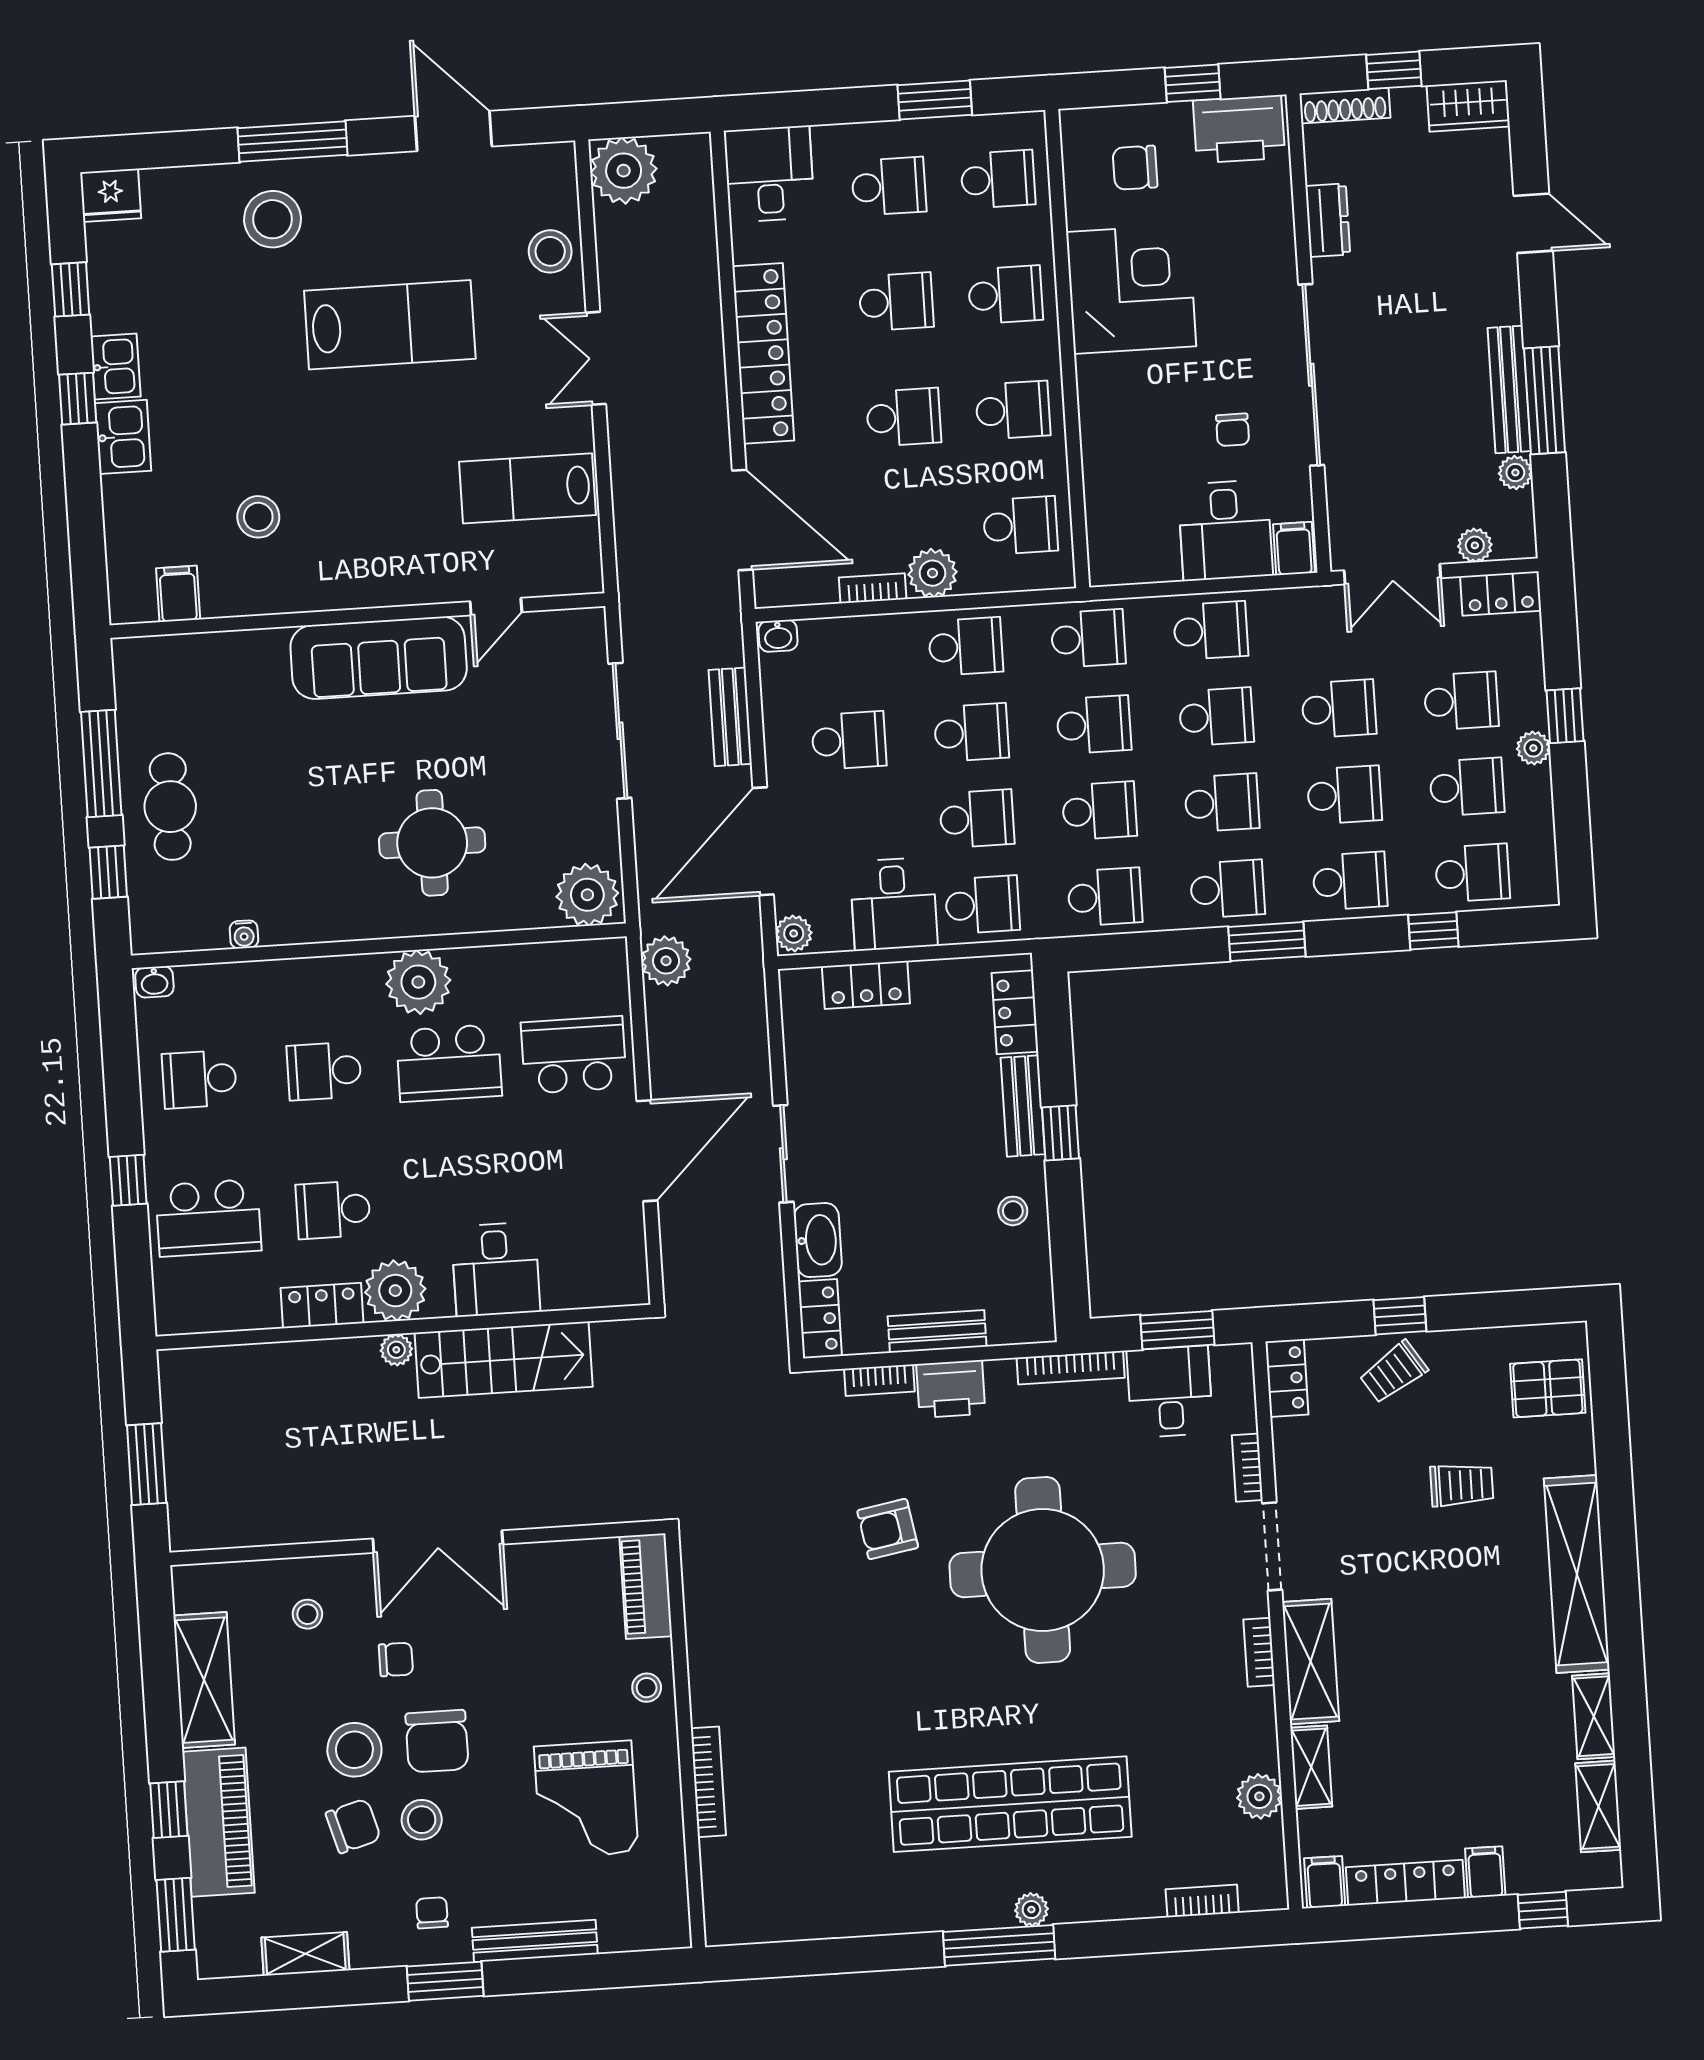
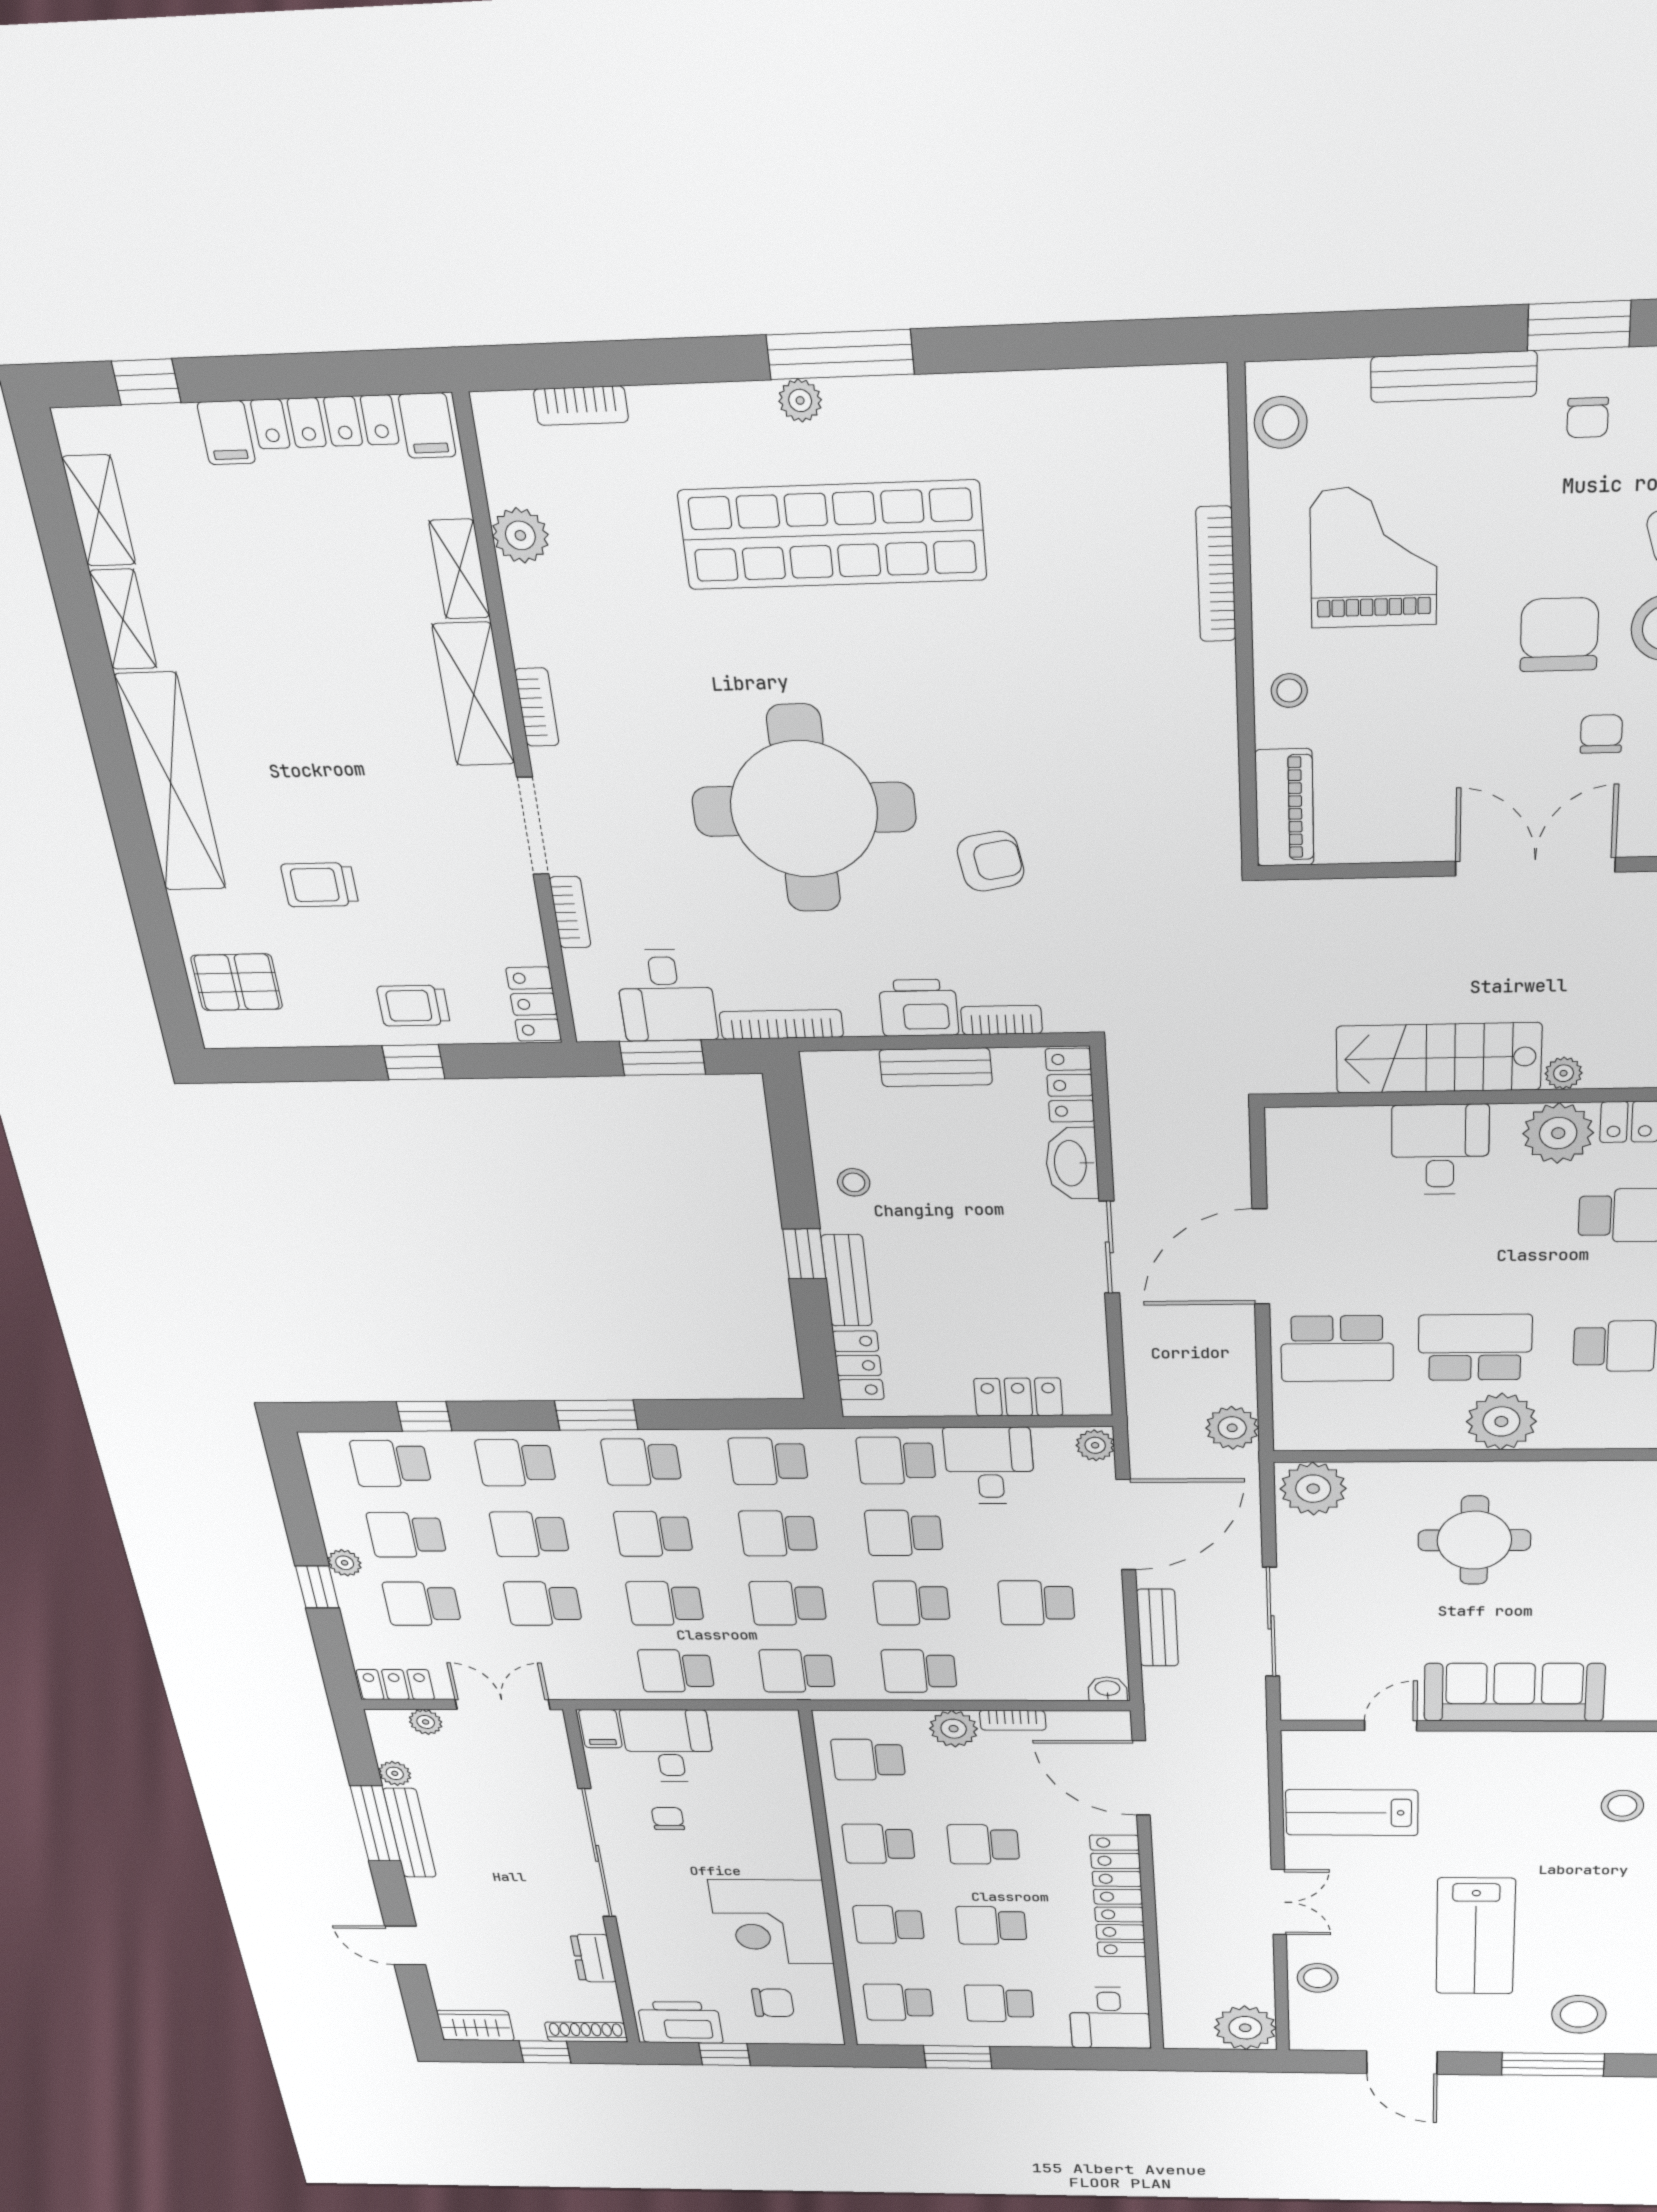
lab bench: (390, 325) -> (1475, 1936), turned -90
lab bench: (528, 488) -> (1352, 1813), turned 180
trolley: (1393, 1372) -> (413, 1006), turned -147
chair: (396, 1659) -> (1601, 734), turned 90
stool: (422, 1820) -> (1281, 422), moved

